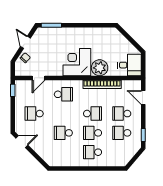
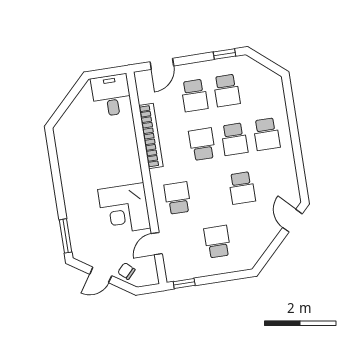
corner desk: (77, 62) -> (124, 209), moved
plant: (100, 68) -> (124, 144), removed
door: (39, 78) -> (157, 244), swing flipped
school desk: (34, 114) -> (217, 242), turned 180
door: (22, 142) -> (292, 221), moved

